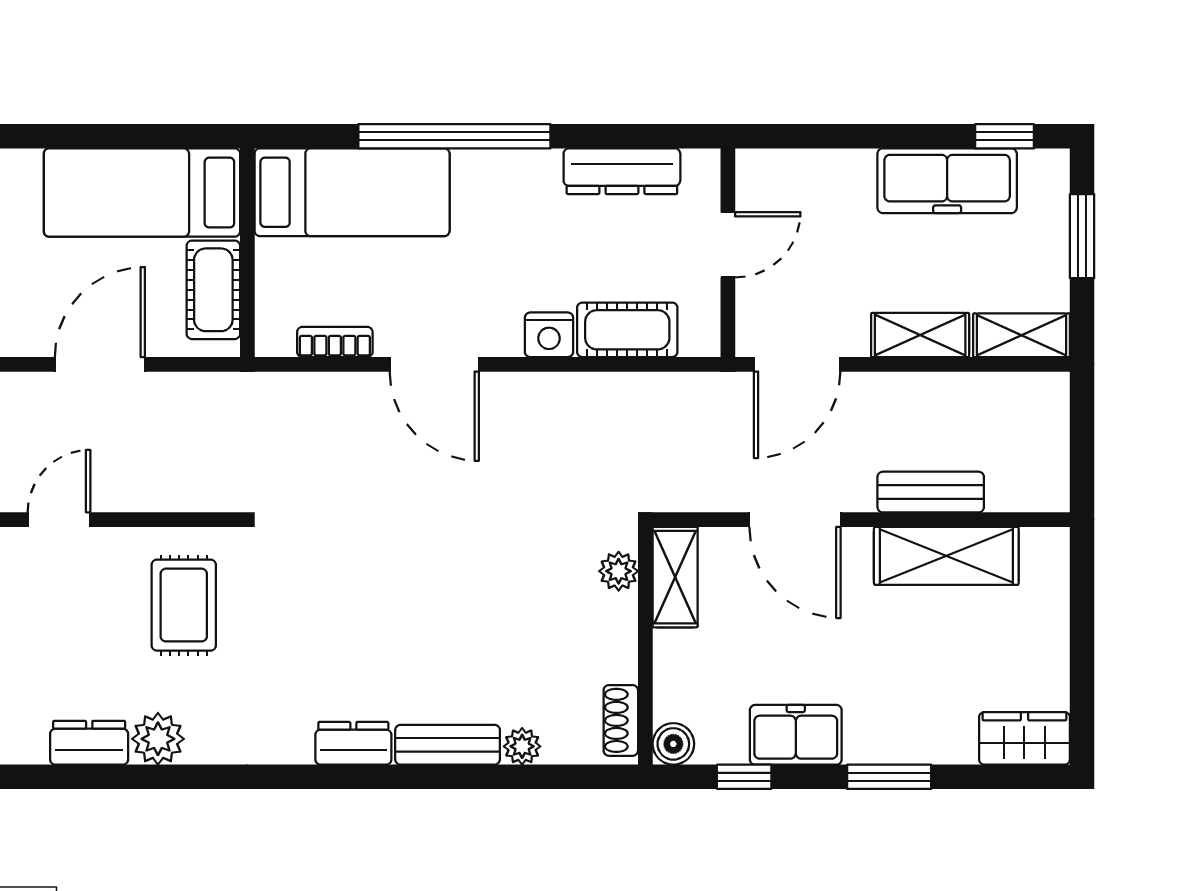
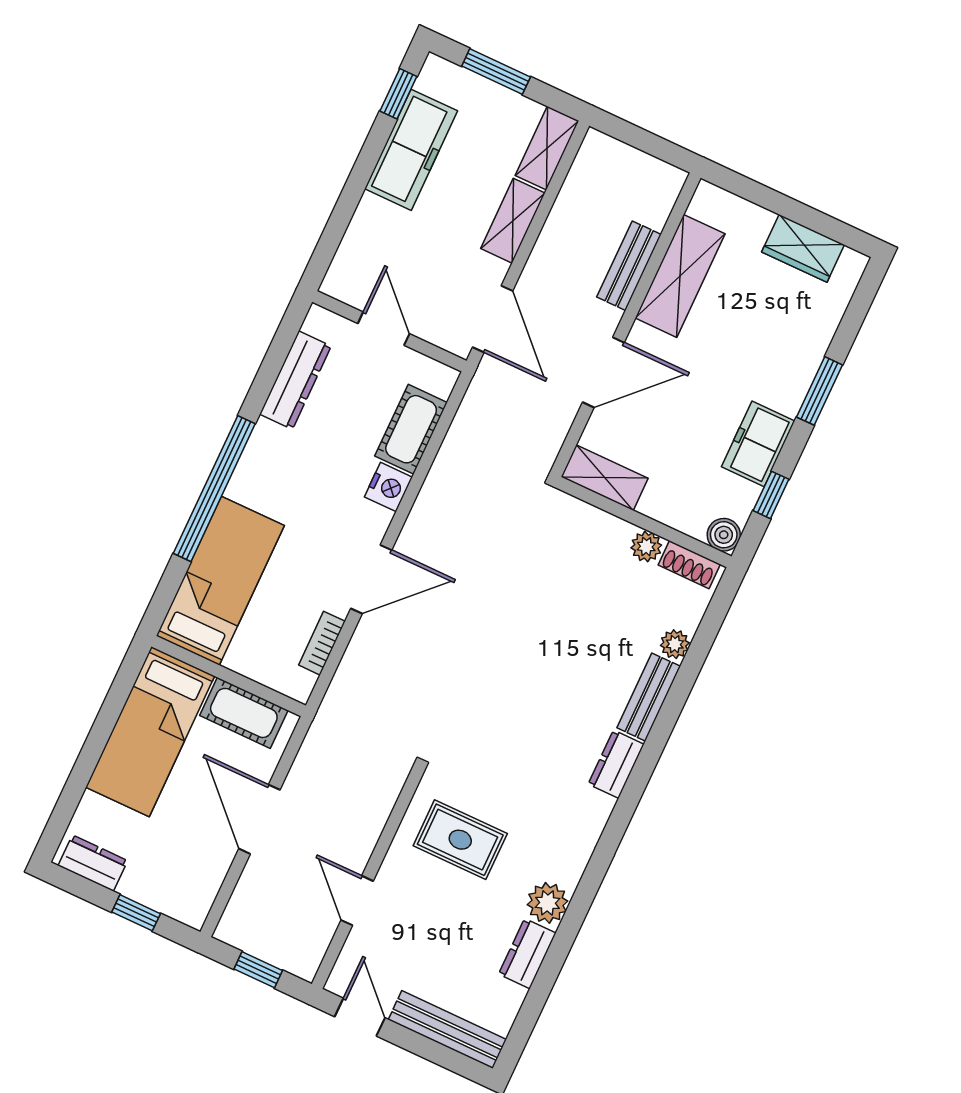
plant: (619, 571) -> (646, 547), moved
wardrobe: (1024, 738) -> (803, 248), moved, turned -90

